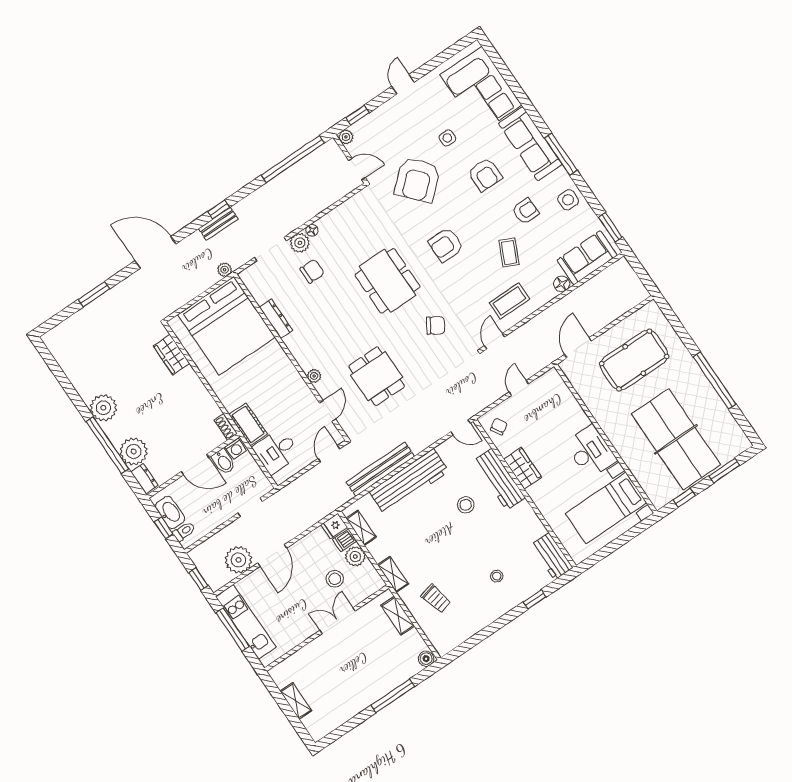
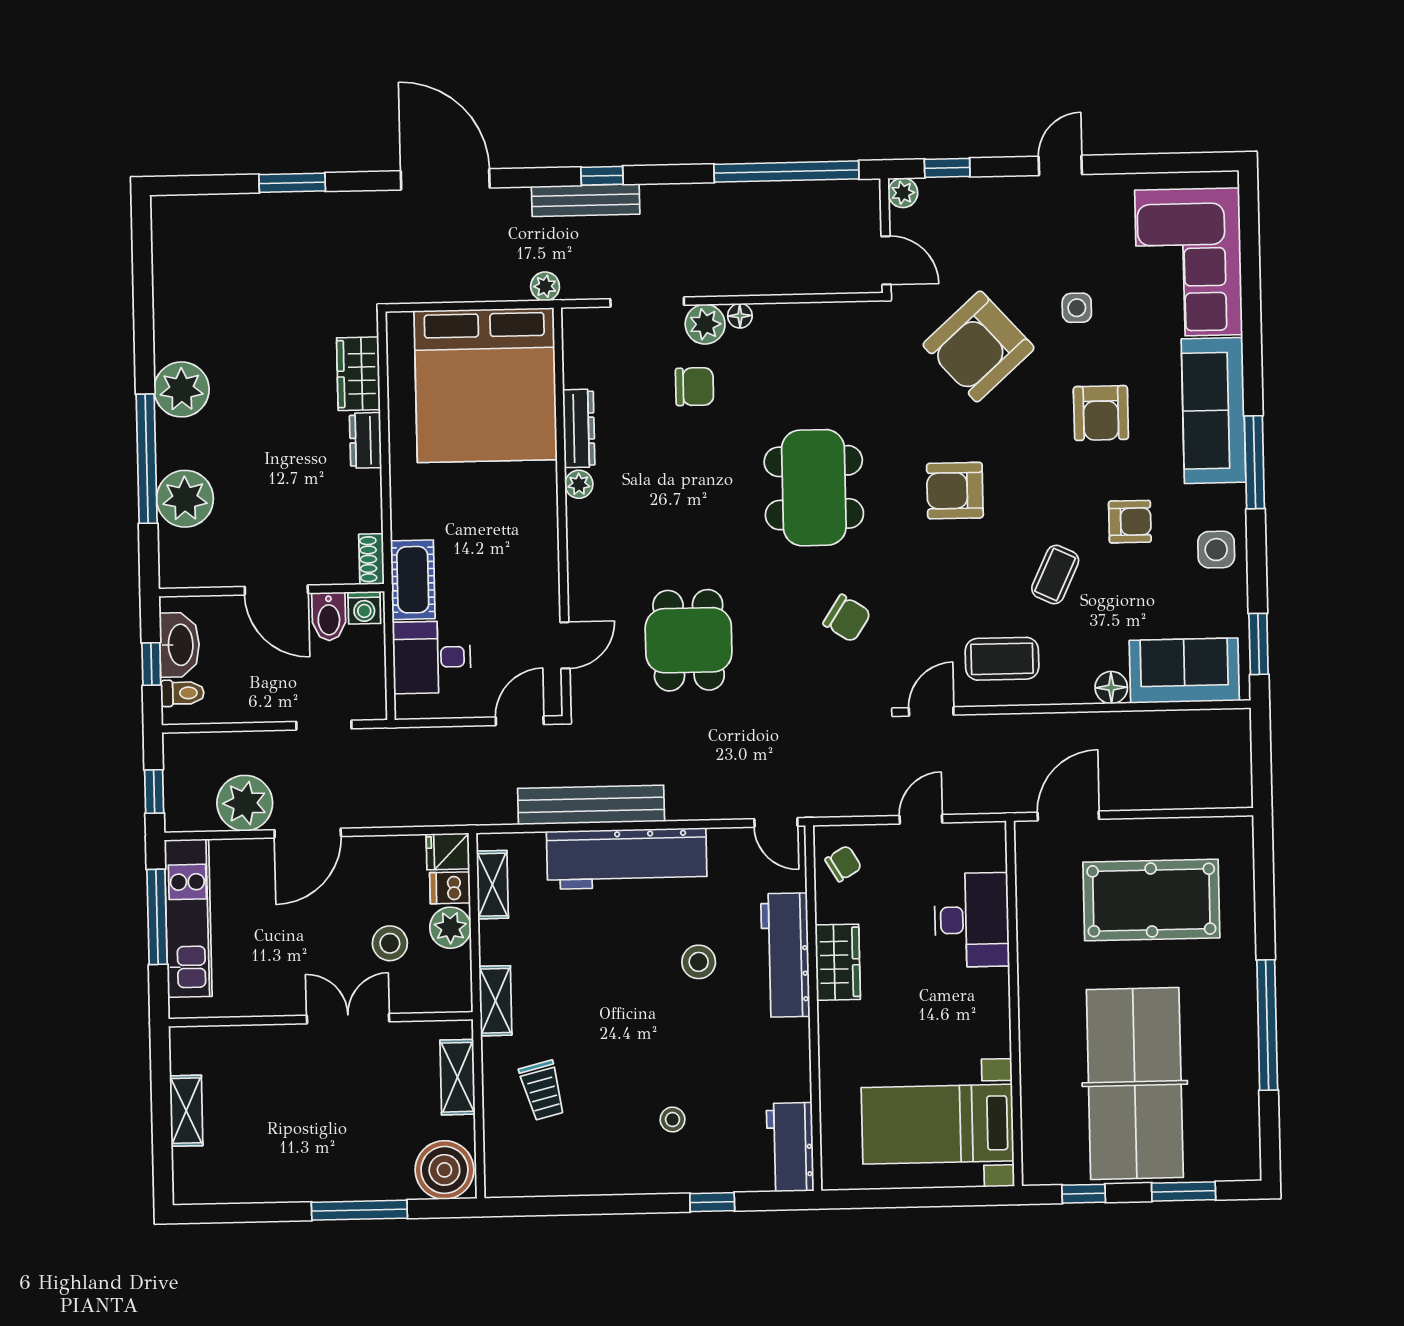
bench: (218, 224) -> (586, 200), width x1.36
plant: (314, 376) -> (579, 484), moved
desk: (591, 452) -> (972, 920), moved
dresser: (145, 479) -> (366, 440), moved, turned 180
boiler: (426, 659) -> (444, 1170), width x1.86, depth x1.86

